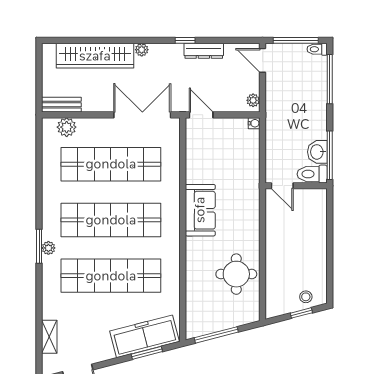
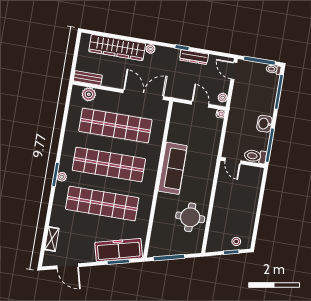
door: (201, 115) -> (200, 104), moved
washbasin: (317, 152) -> (264, 124), moved
sofa: (200, 210) -> (173, 168), width x1.36

